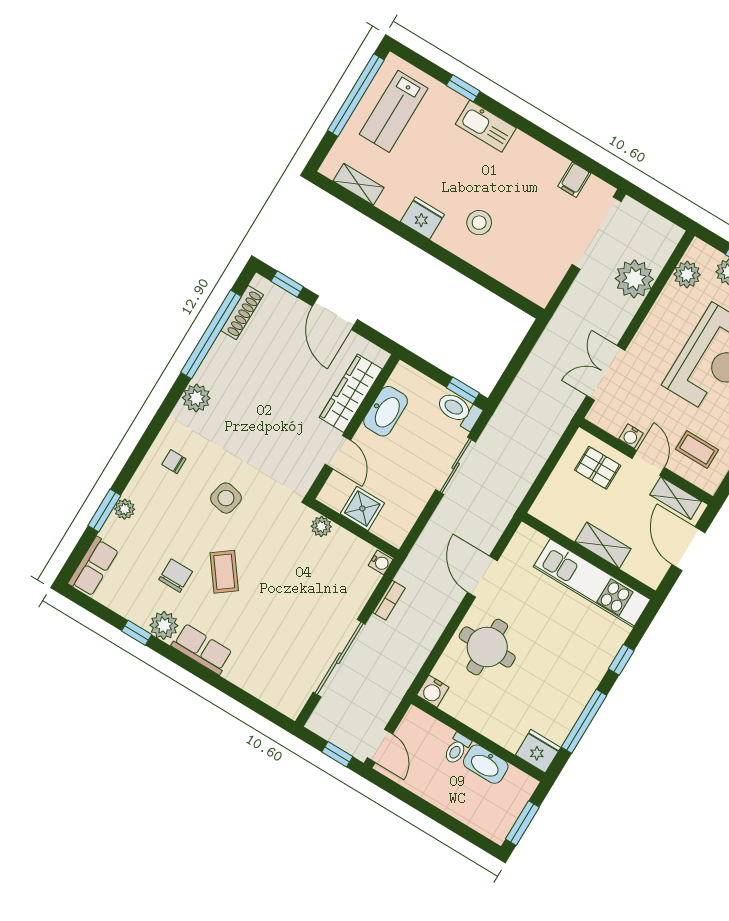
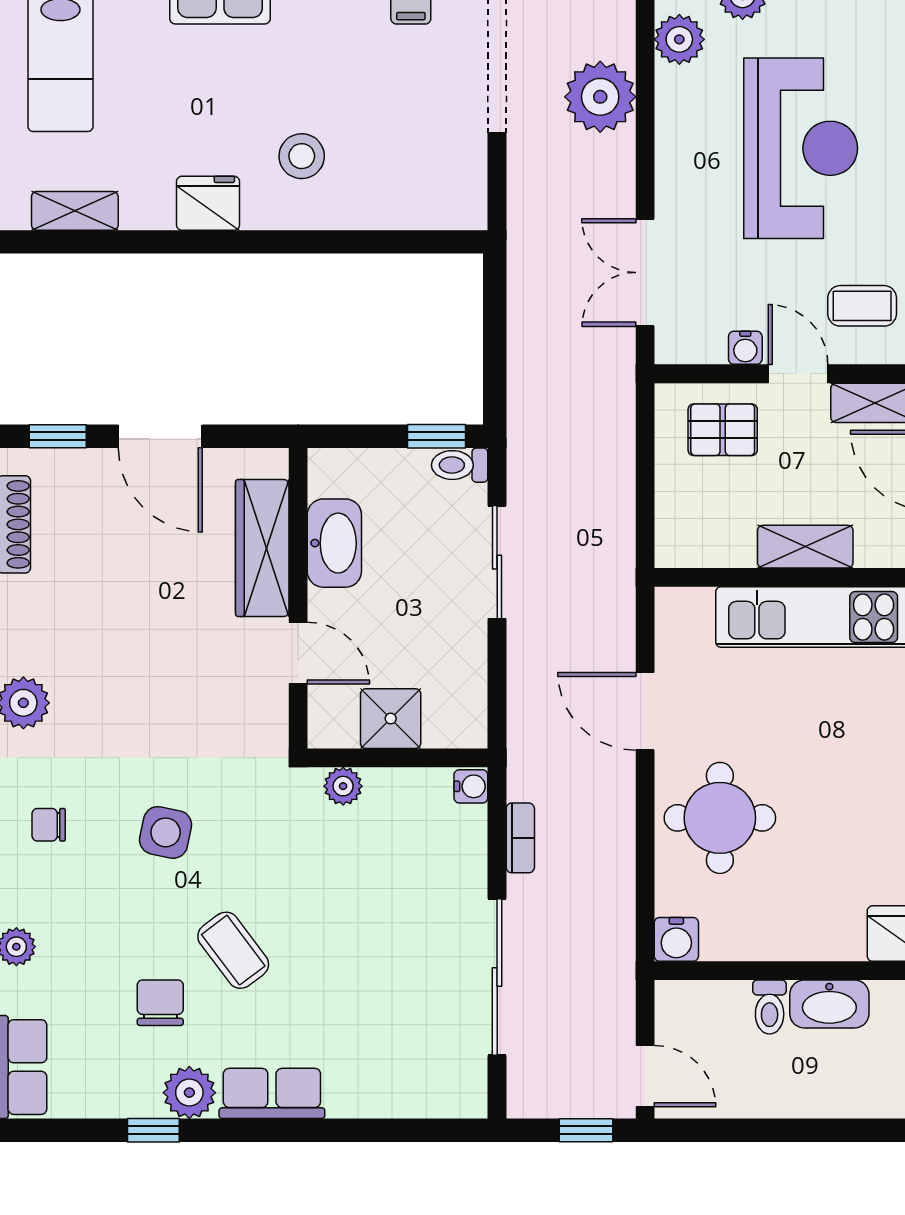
toilet: (459, 410) -> (460, 465), width x0.73, depth x0.72

